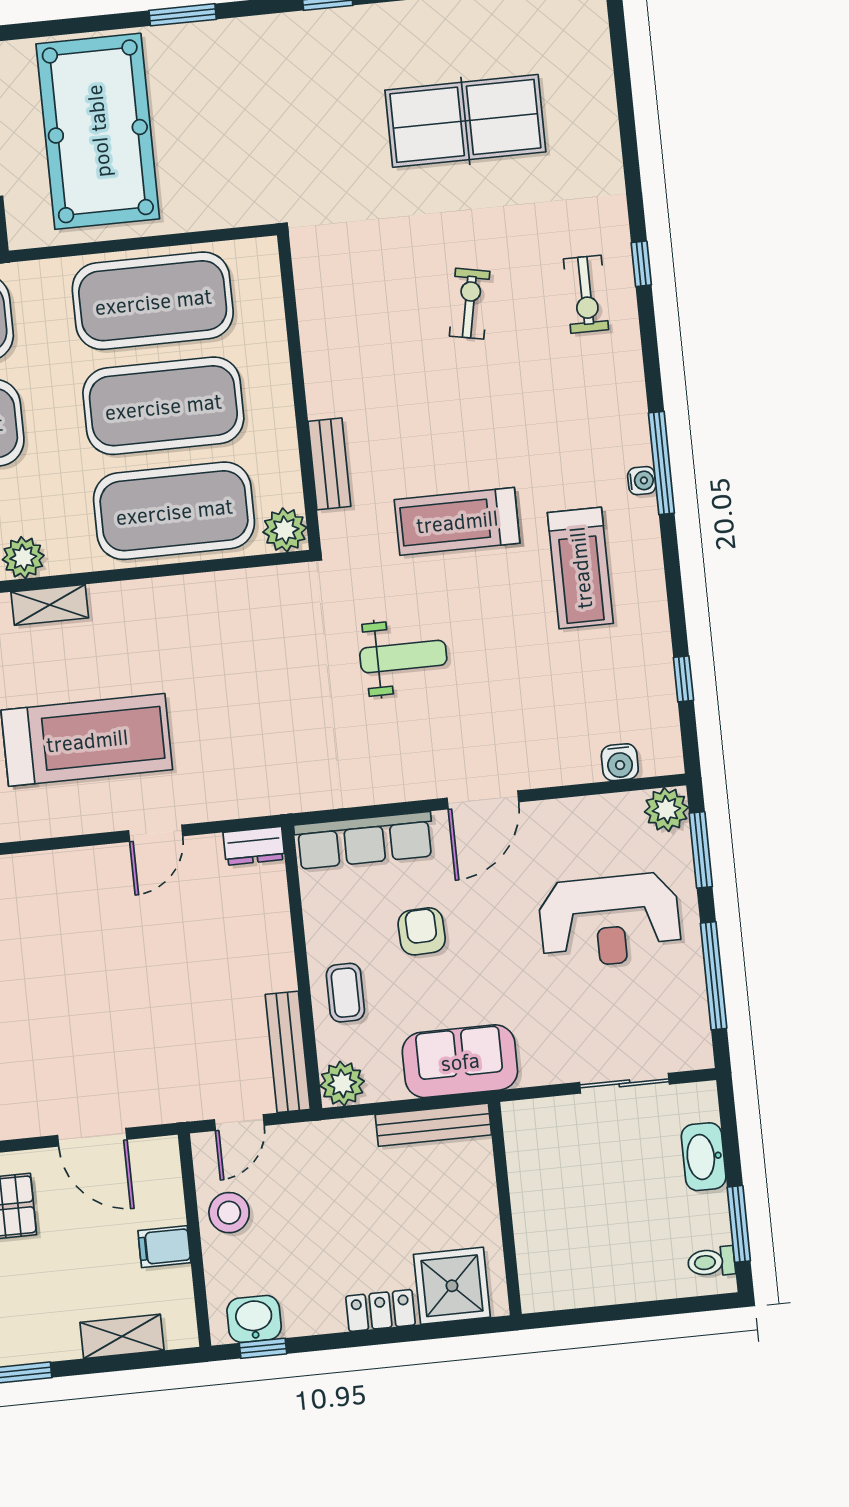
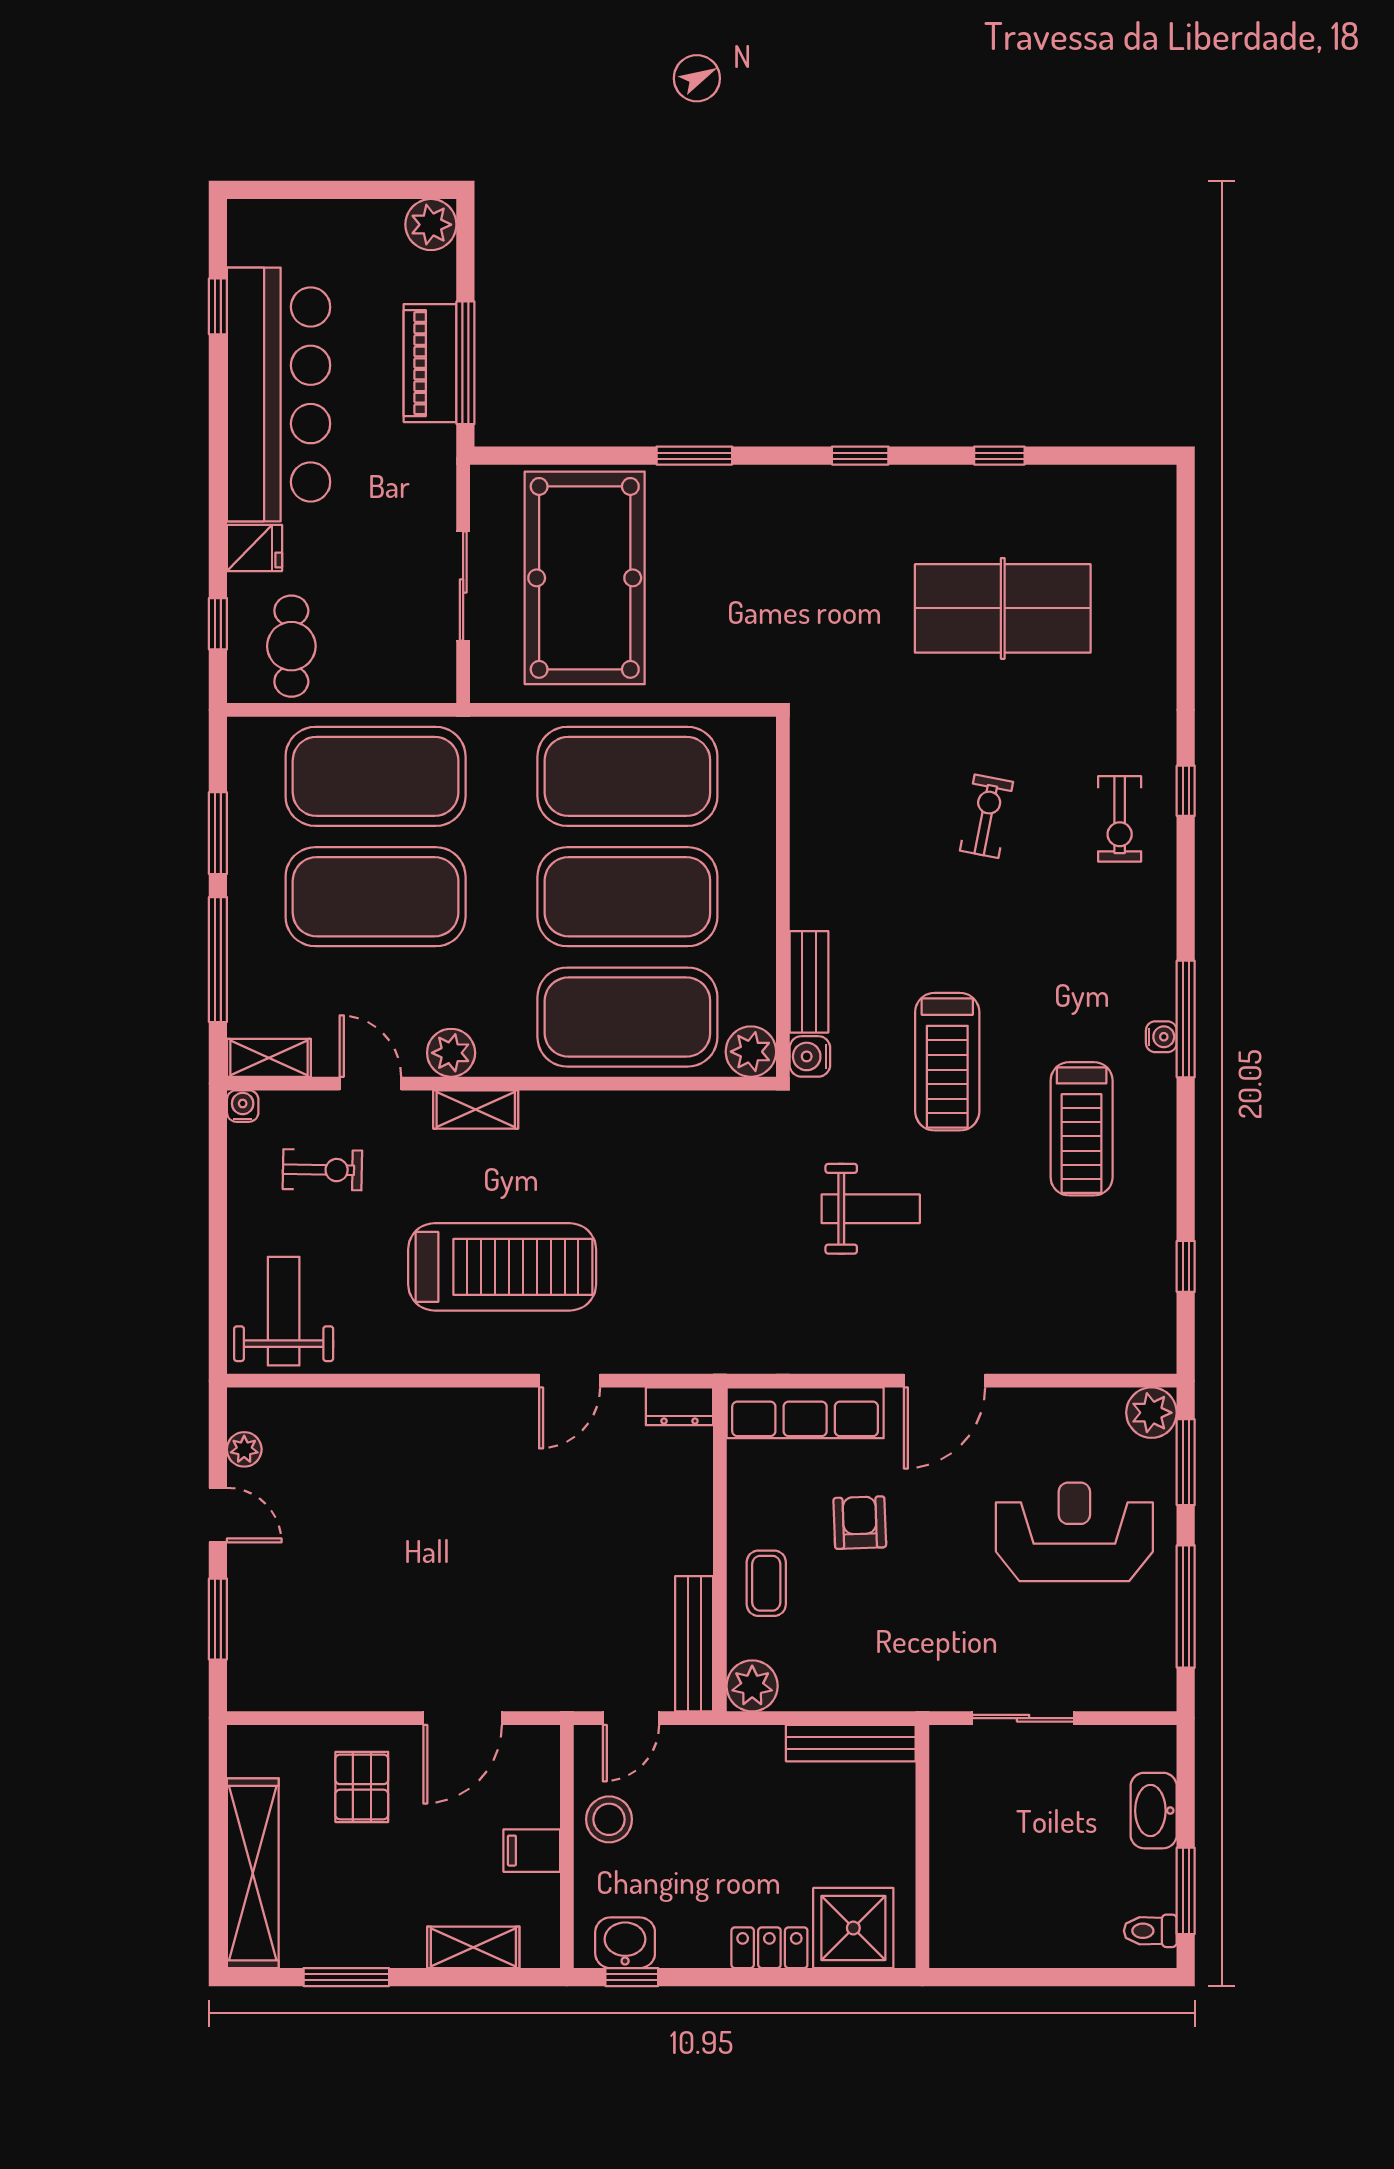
treadmill: (457, 521) -> (947, 1062), turned -90
water cooler: (620, 762) -> (810, 1056), moved, turned 90
reception desk: (610, 920) -> (1074, 1532), turned 180
sofa: (460, 1061) -> (888, 1674), removed
sliding door: (624, 1083) -> (1023, 1718), moved
door: (92, 1137) -> (463, 1718), hinge flipped

